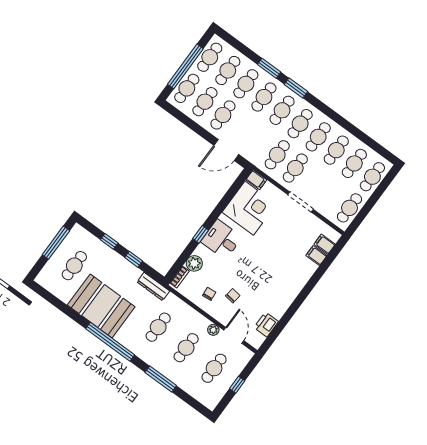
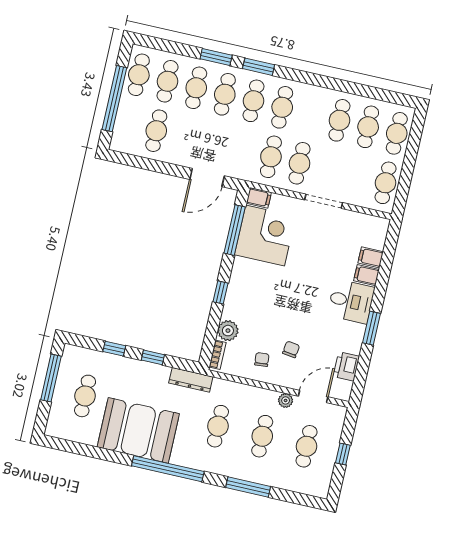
cafe table: (187, 88) -> (128, 124), removed
cafe table: (223, 115) -> (185, 137), removed
cafe table: (318, 137) -> (311, 114), removed
window: (229, 195) -> (235, 230), added
desk: (221, 239) -> (351, 301), moved, turned 180
filing cabinet: (325, 244) -> (366, 275), moved
window: (295, 305) -> (372, 328), added
door: (234, 335) -> (313, 397), hinge flipped

